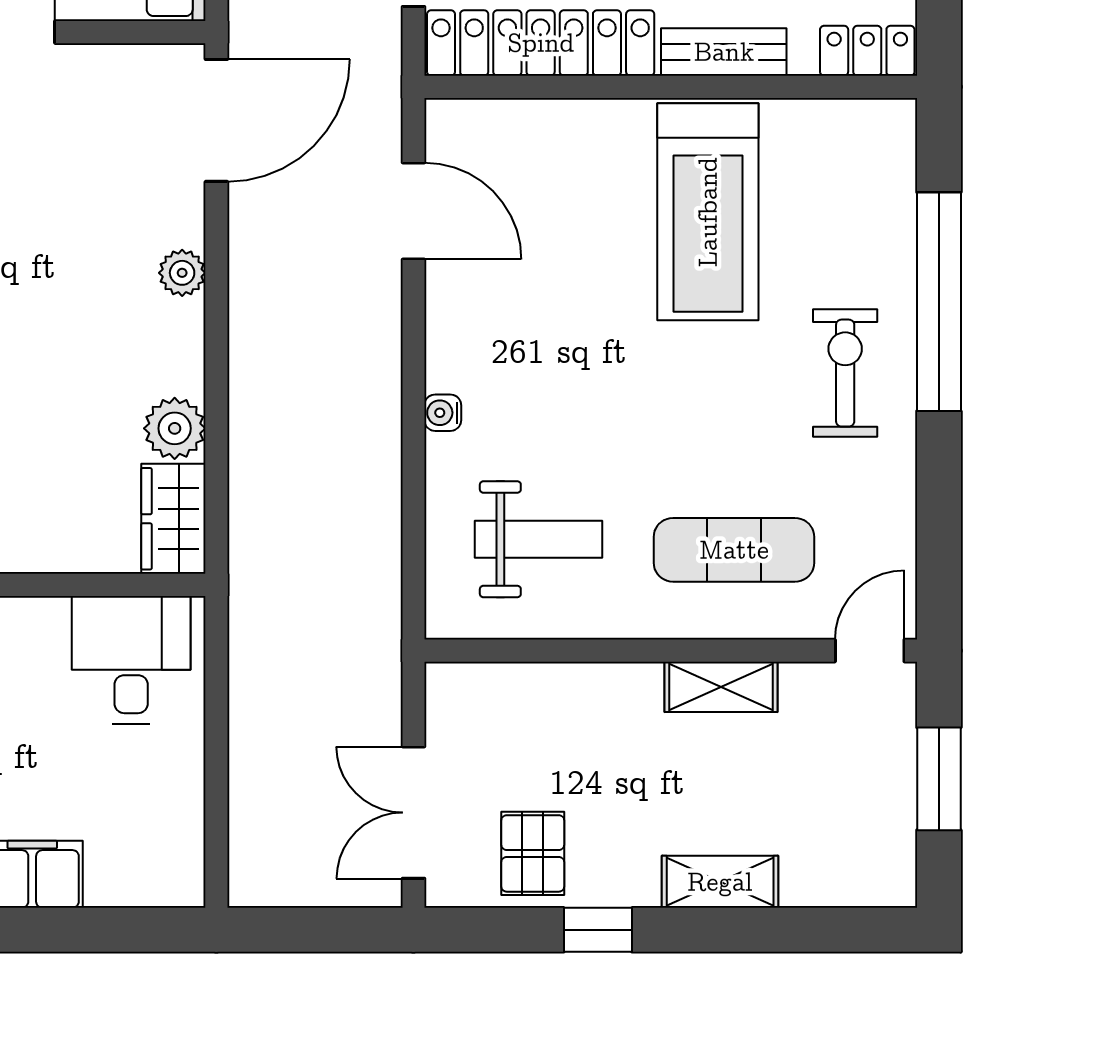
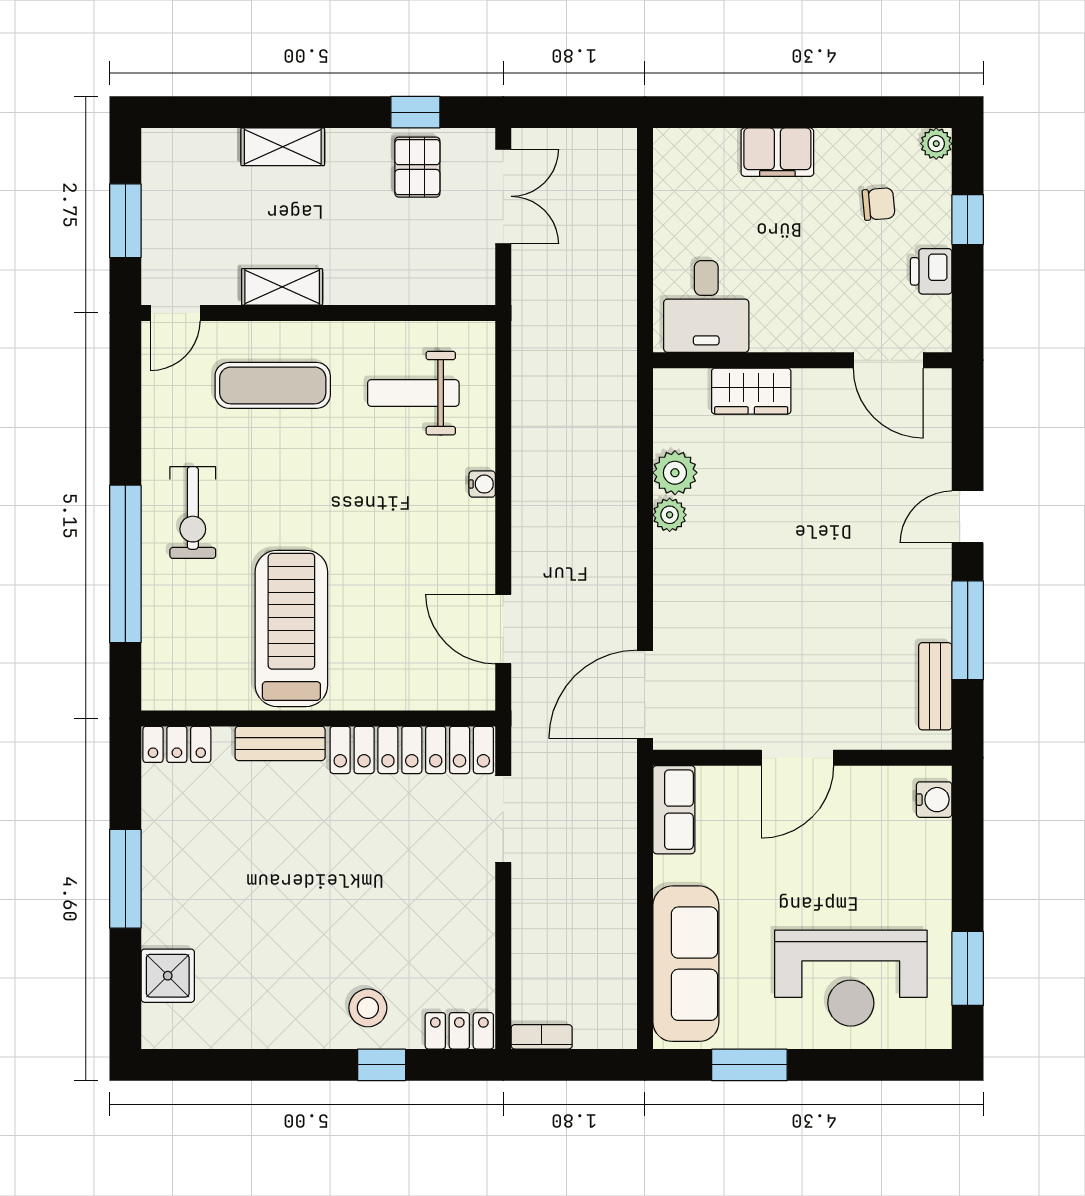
plant: (182, 273) -> (670, 515), moved
wardrobe: (173, 519) -> (751, 391), moved, turned 90
window: (598, 930) -> (415, 112), moved

